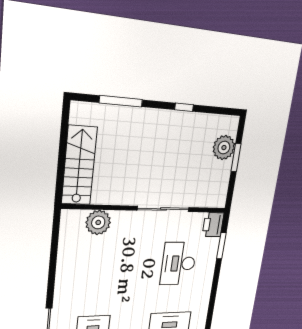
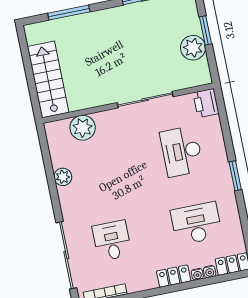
plant: (224, 148) -> (193, 48), moved
window: (221, 246) -> (235, 176), moved
plant: (65, 266) -> (63, 177), added

